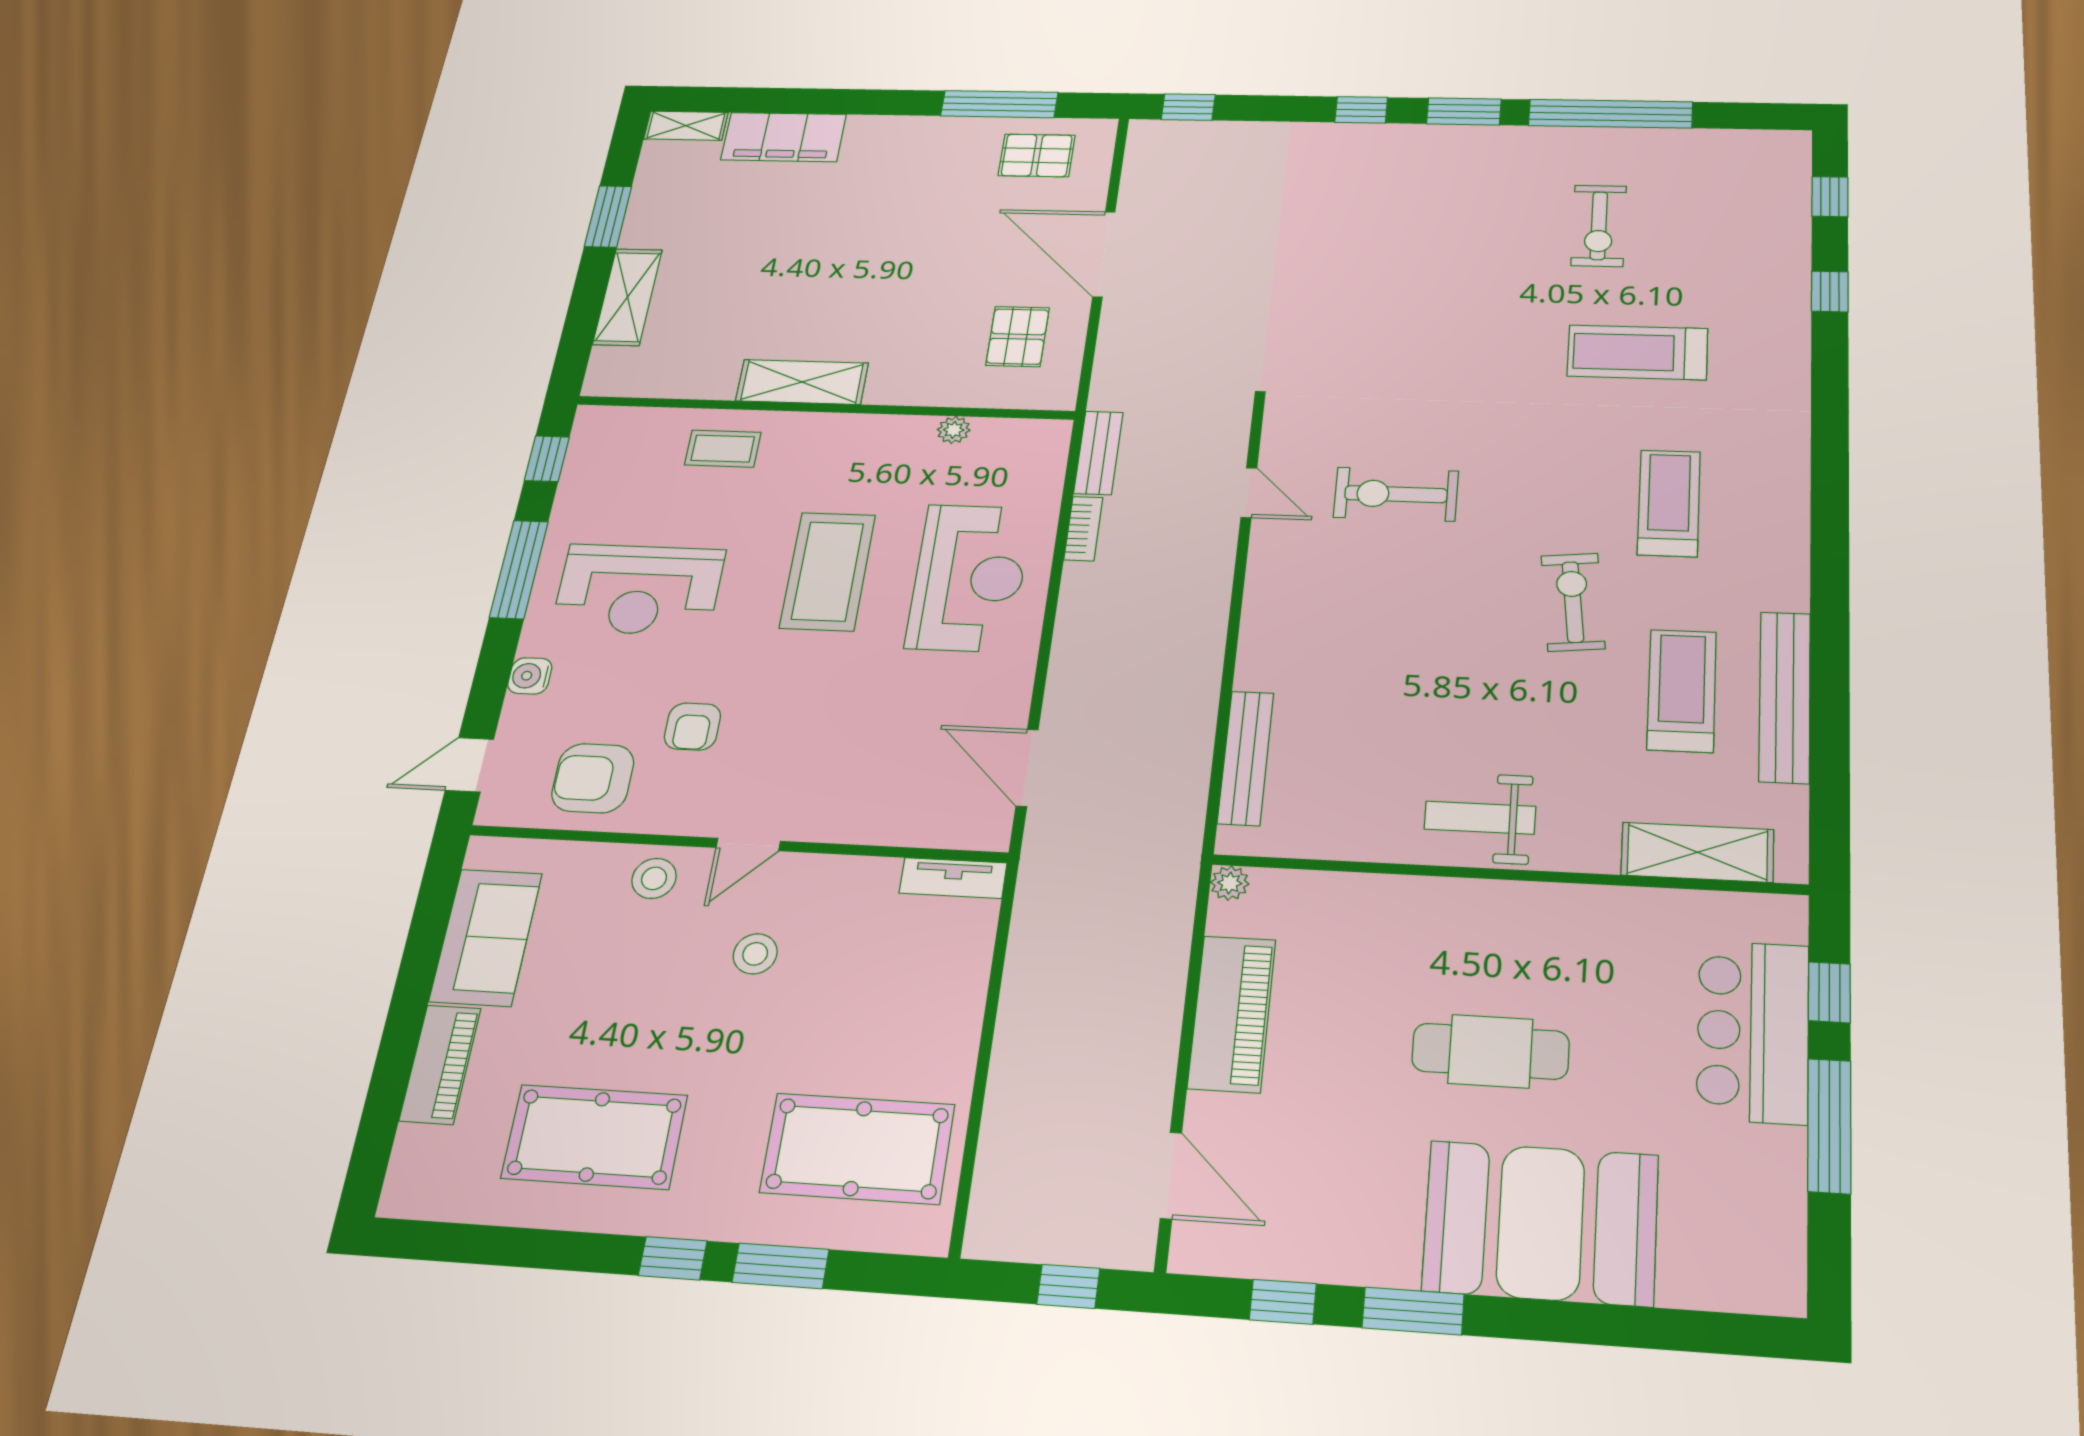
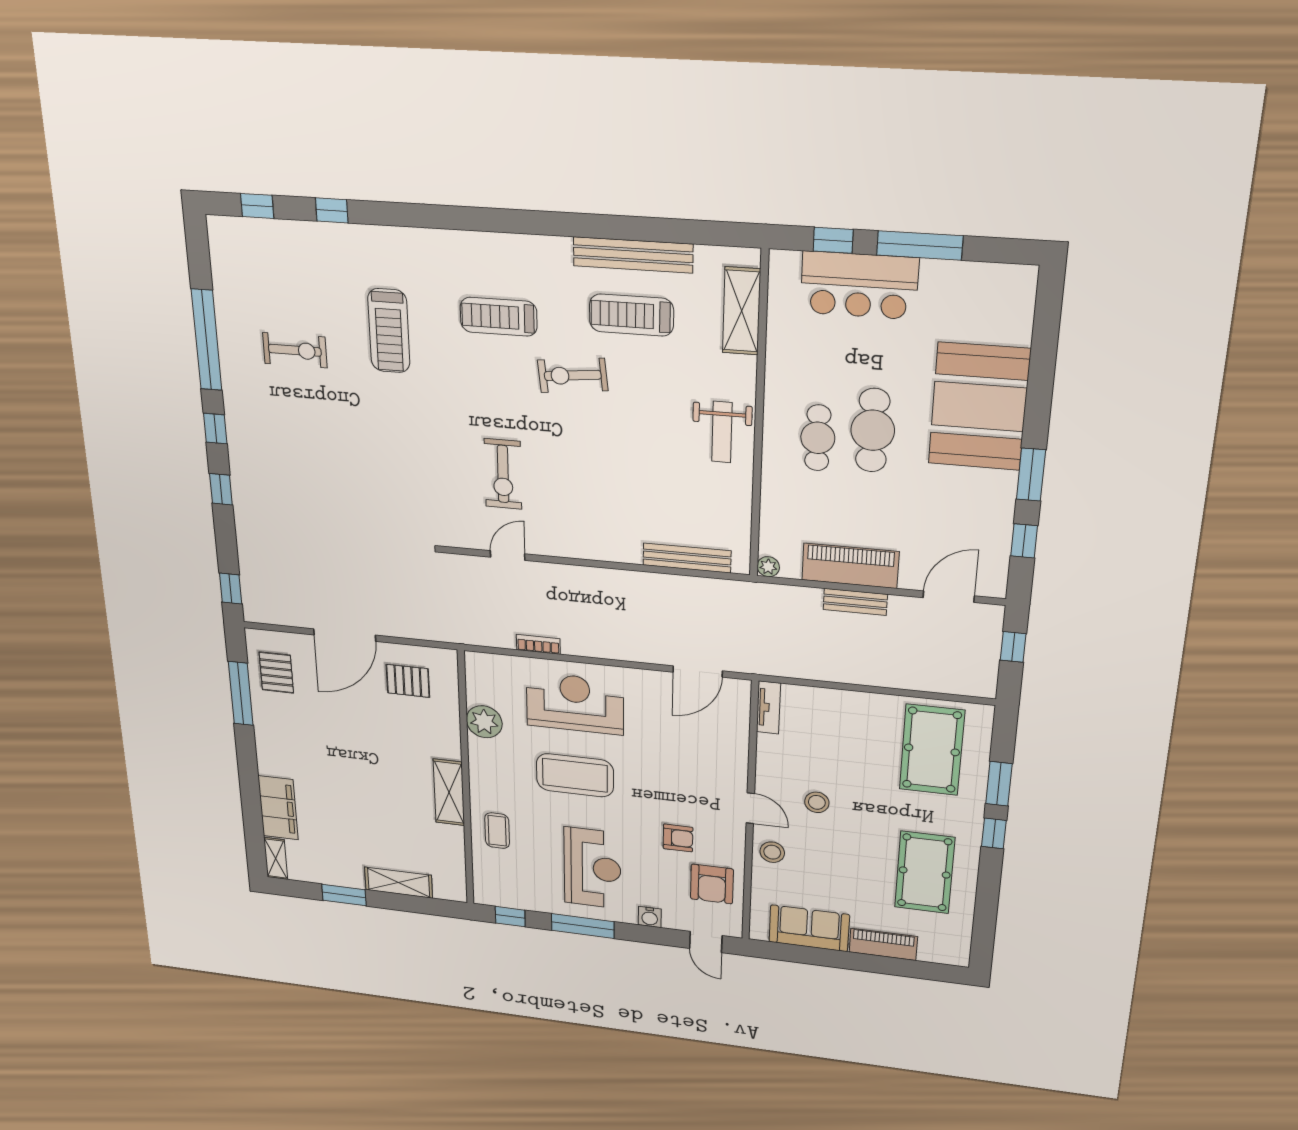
window: (1464, 111) -> (215, 429), width x0.67
plant: (954, 430) -> (484, 722), width x1.87, depth x1.87
bench: (1098, 453) -> (855, 602), moved
cafe table: (1474, 965) -> (818, 438), added

